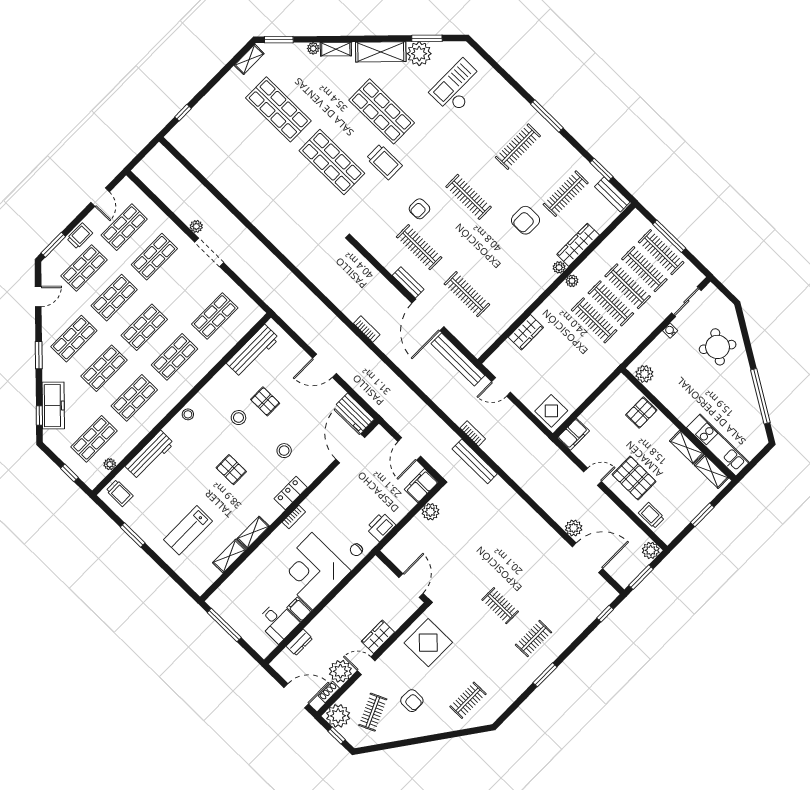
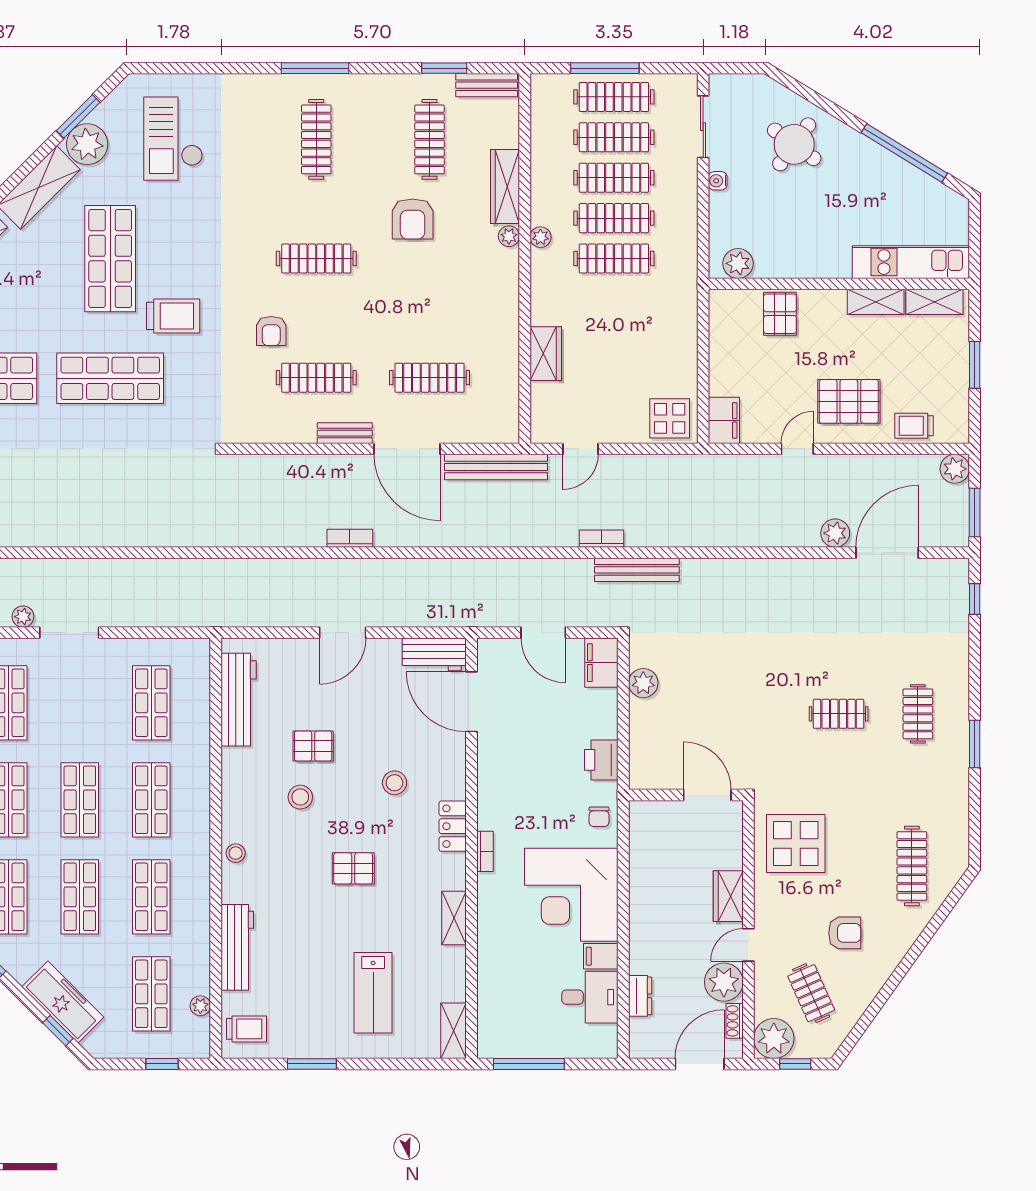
shop shelf: (382, 111) -> (110, 259), turned 90
shelving: (229, 556) -> (454, 1031), moved
clothes rail: (468, 700) -> (912, 866), width x1.36

